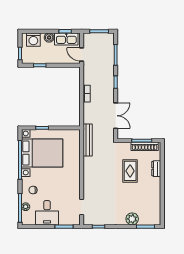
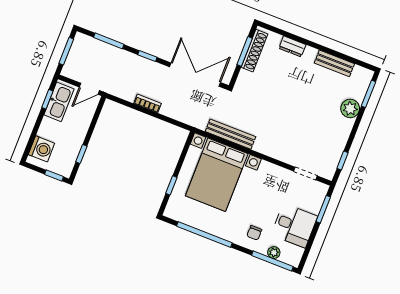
boiler: (49, 38) -> (47, 125), removed
double door: (116, 116) -> (195, 75), width x1.37
bench: (88, 140) -> (230, 134), moved
bed with nightstands: (42, 153) -> (217, 175), moved, turned 180
rug: (130, 171) -> (281, 85), removed
bench: (156, 198) -> (334, 63), added

